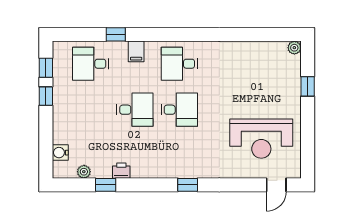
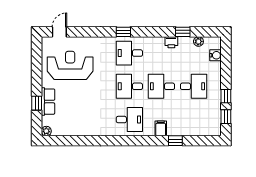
desk: (91, 64) -> (194, 86), moved
row of seats: (292, 89) -> (48, 102), added
desk: (179, 156) -> (129, 53), added

